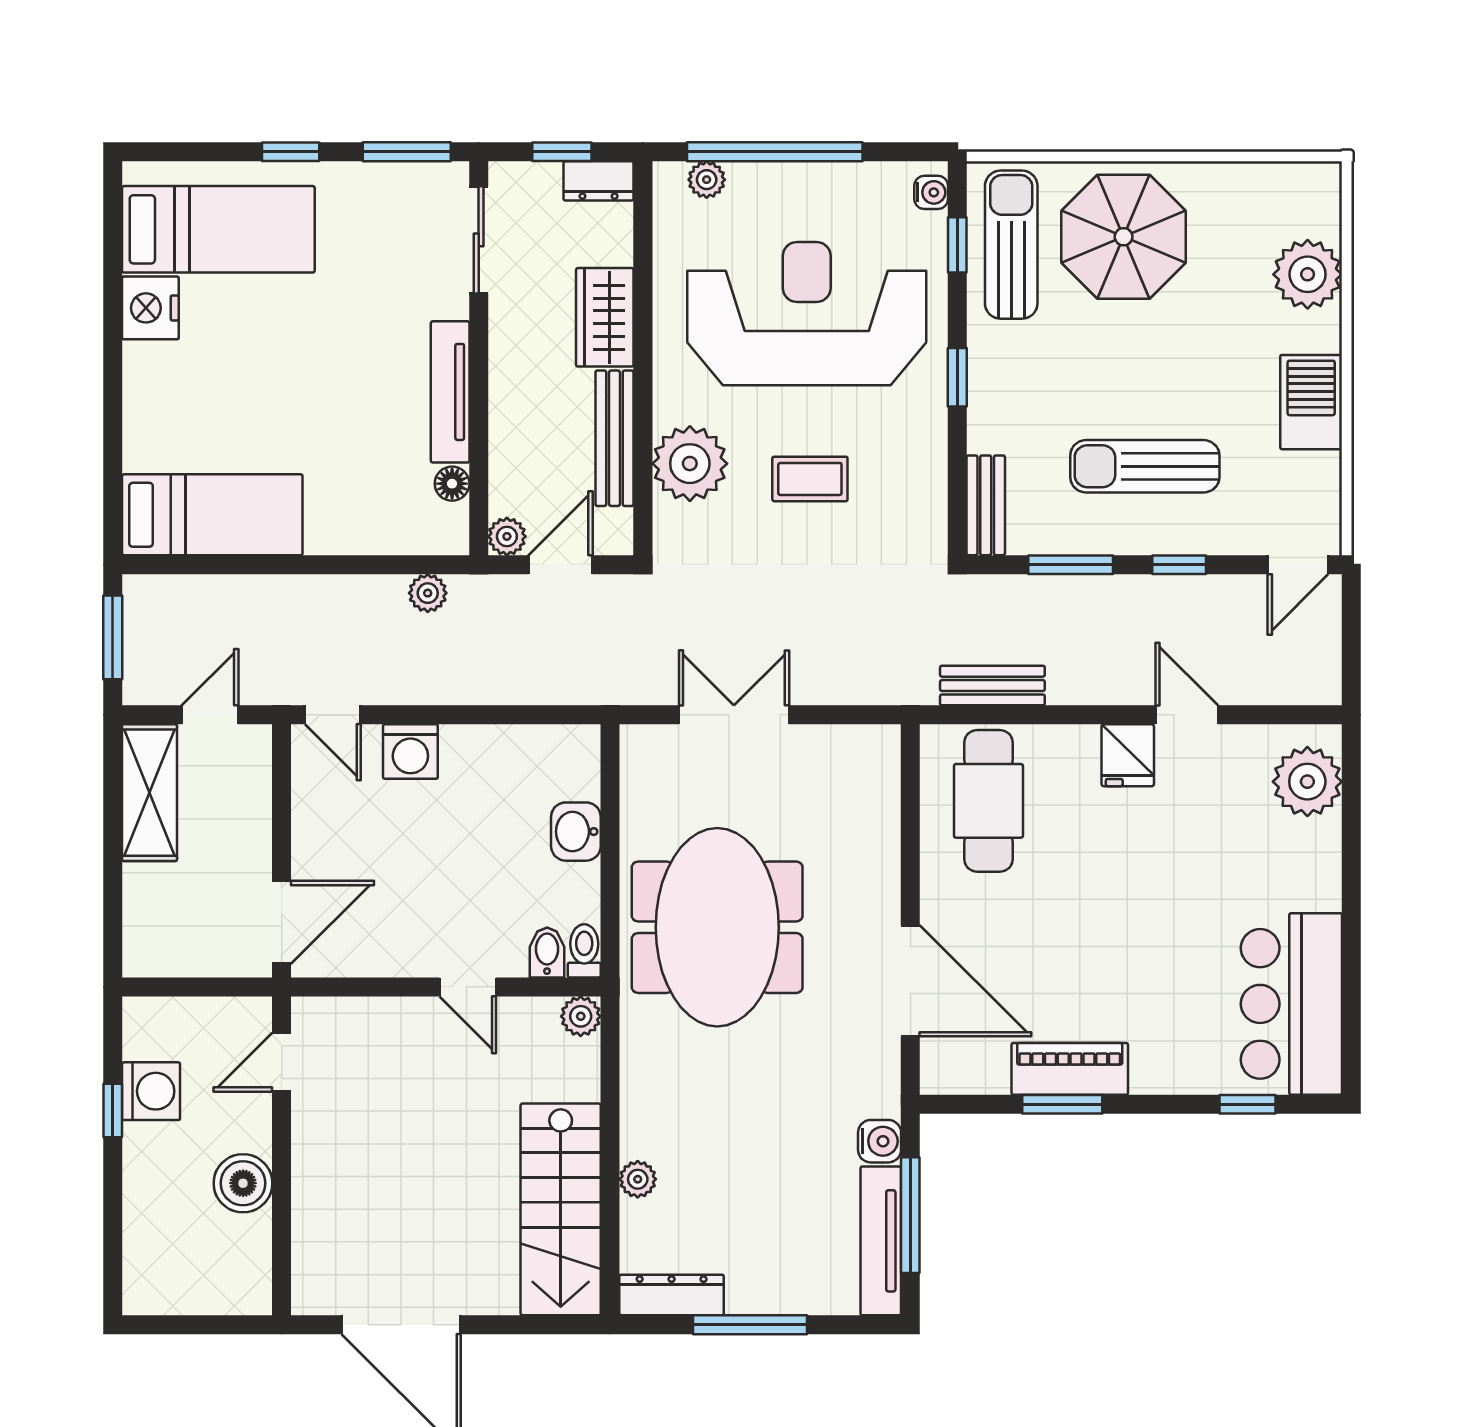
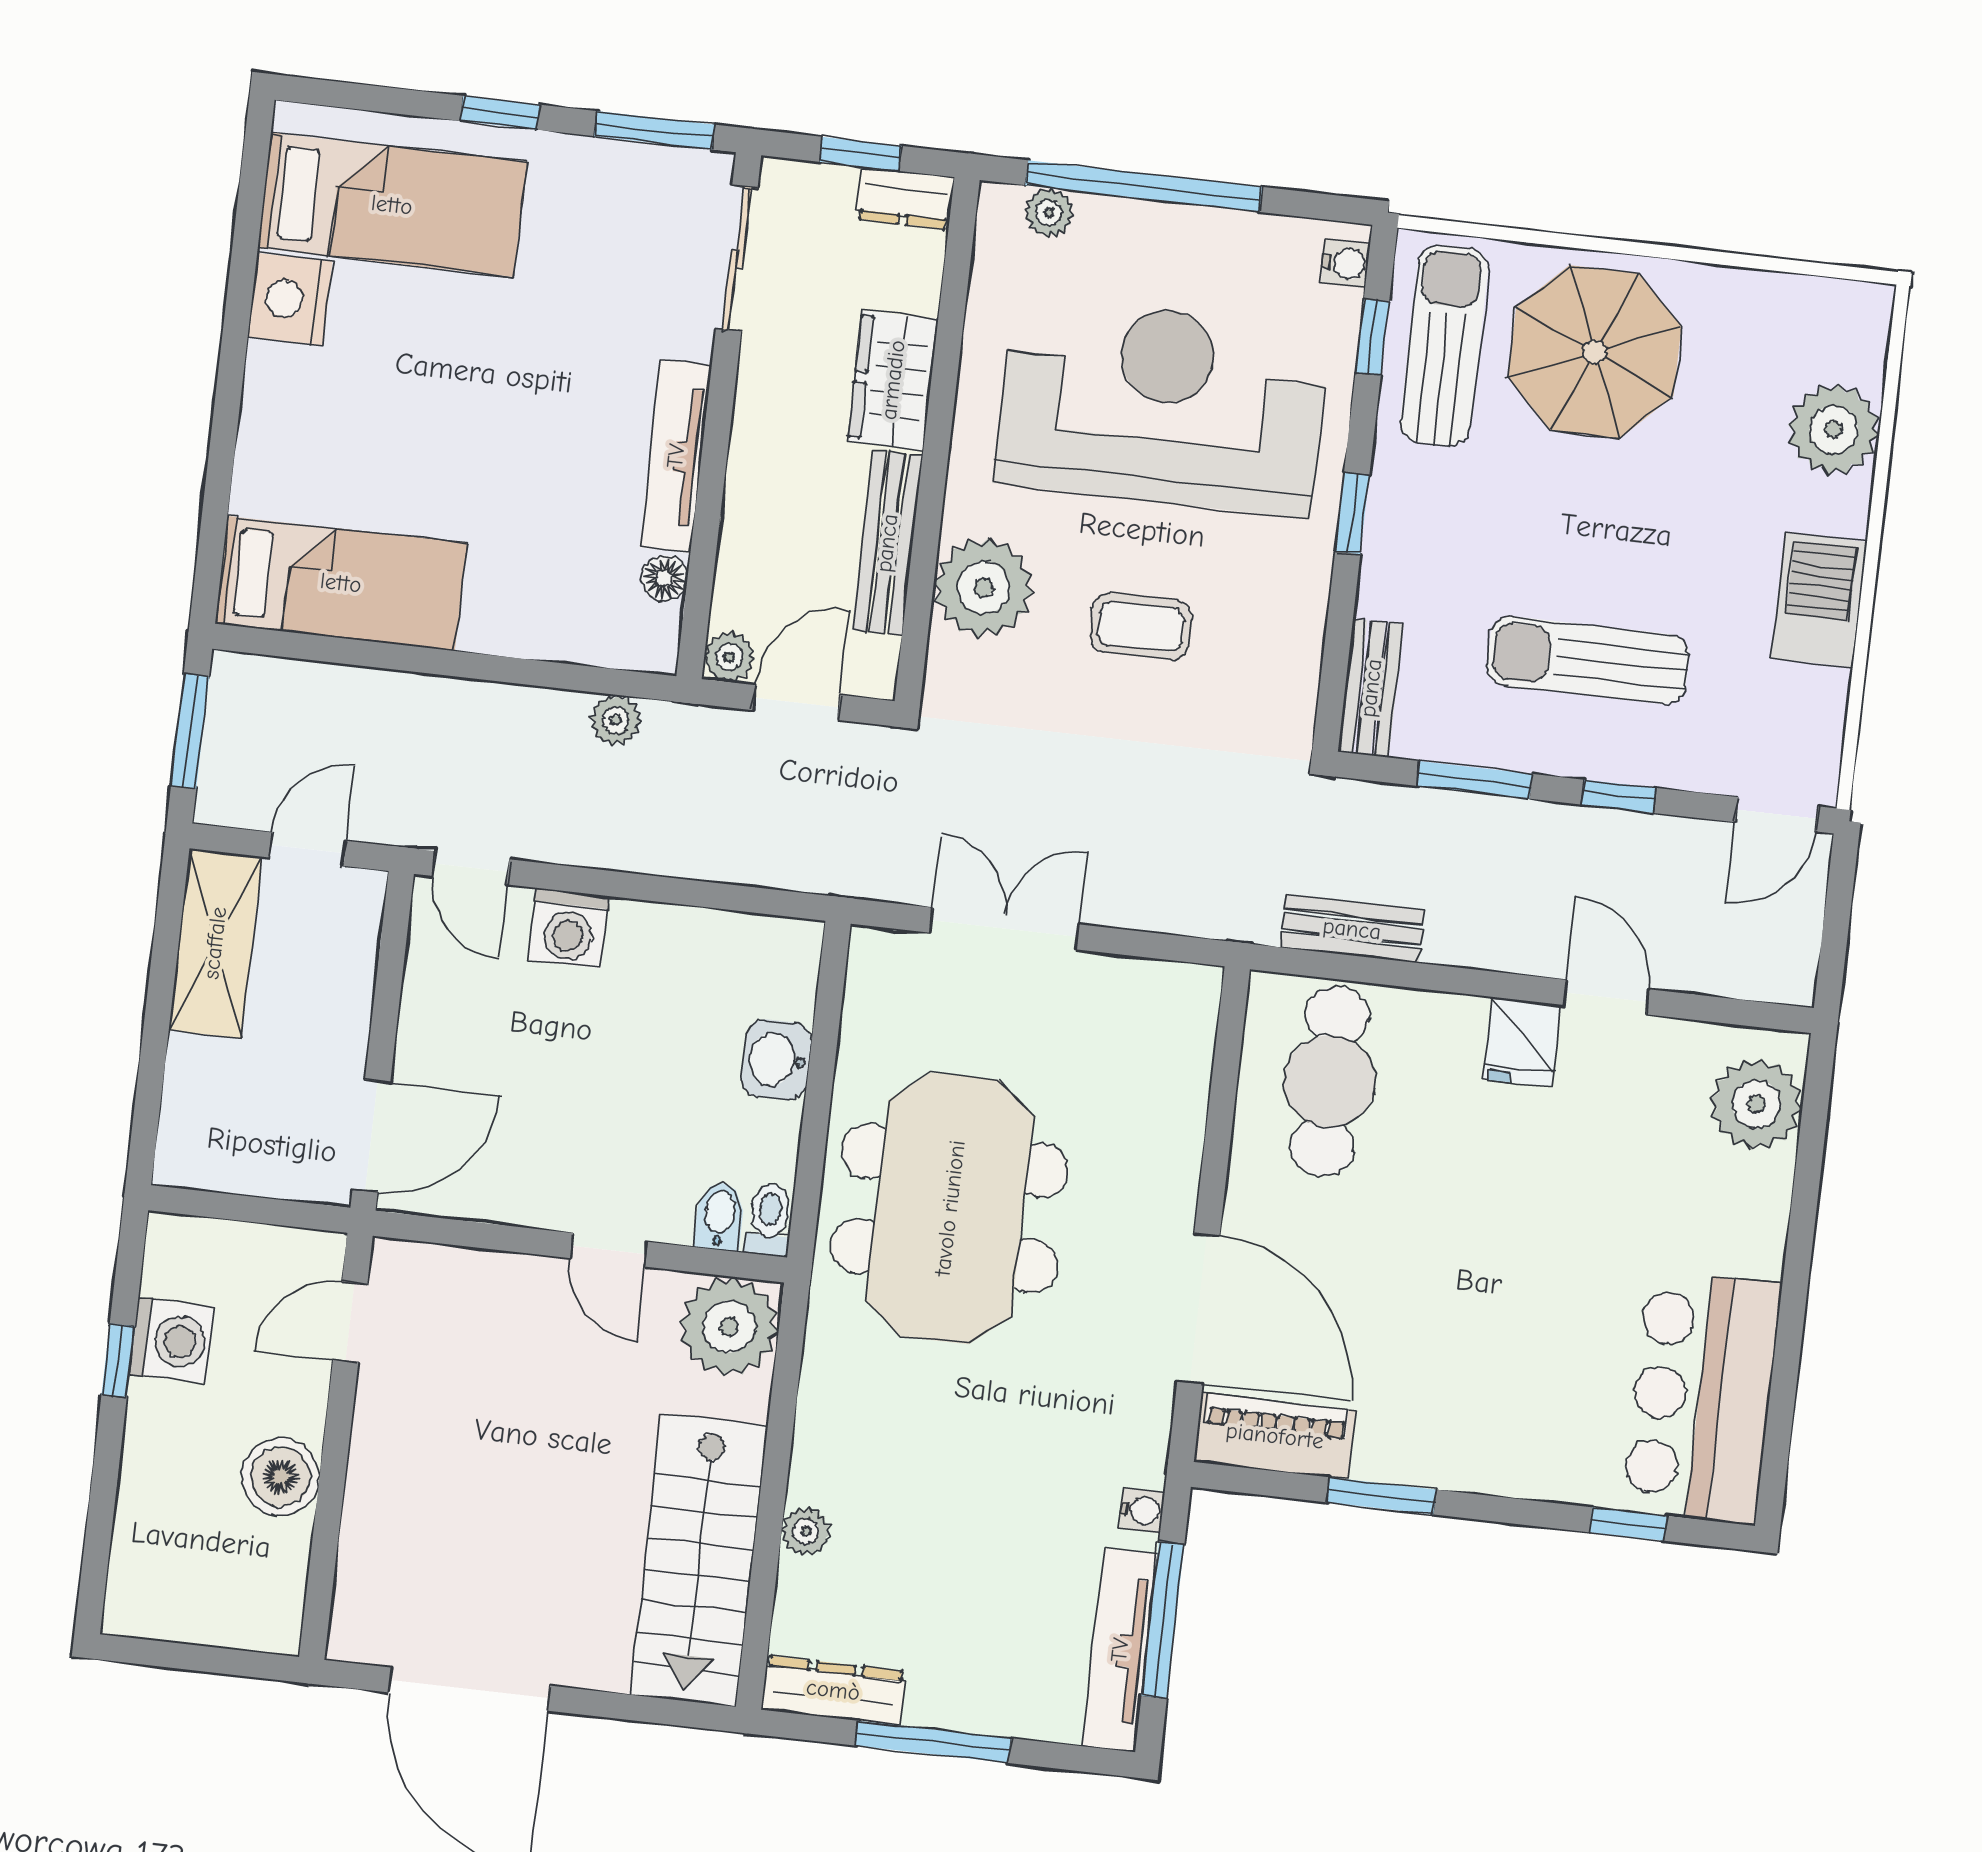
plant: (581, 1016) -> (729, 1327), width x1.87, depth x1.87
piano: (1070, 1069) -> (1275, 1436), moved
water cooler: (880, 1141) -> (1142, 1510), width x0.72, depth x0.72

